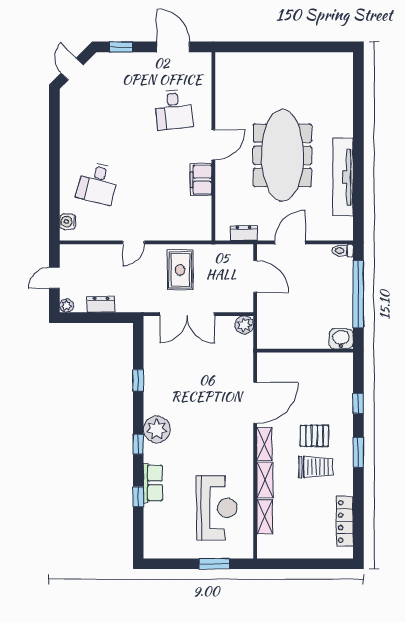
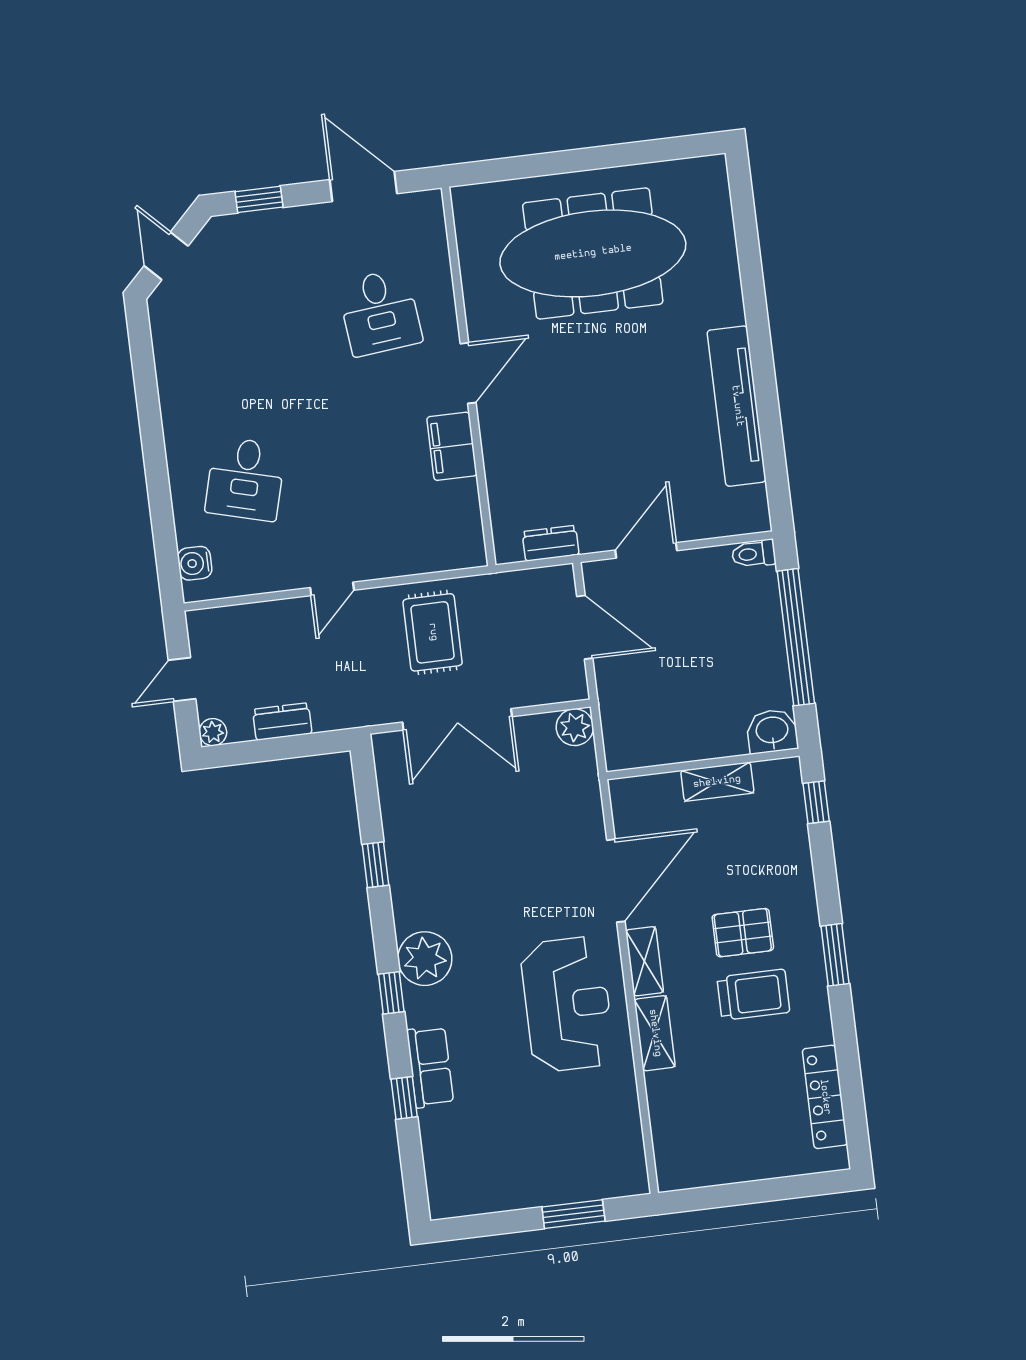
meeting table: (282, 155) -> (593, 253), moved, turned 90
window: (358, 403) -> (816, 802), moved
reception desk: (217, 508) -> (567, 1004), moved
shelving: (265, 517) -> (717, 782), moved, turned 90

